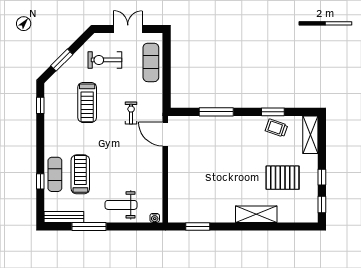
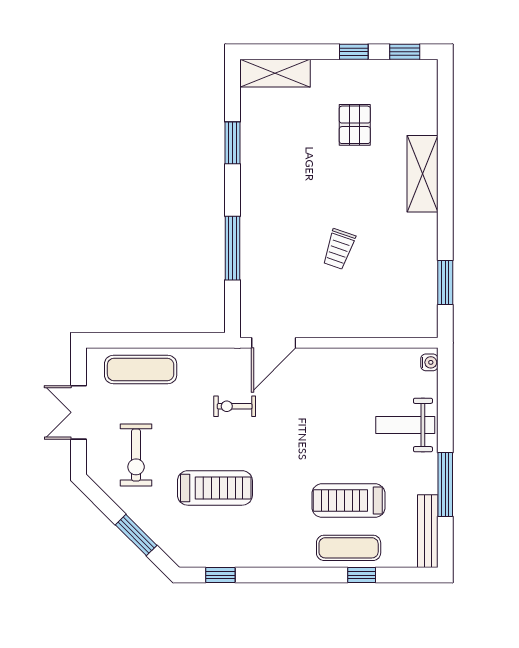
trolley: (276, 128) -> (339, 249), moved
pallet: (283, 178) -> (355, 125), width x0.67, depth x0.71
weight bench: (121, 205) -> (405, 425), turned 90

